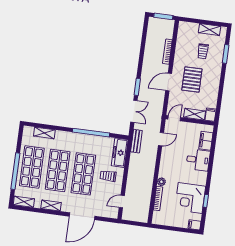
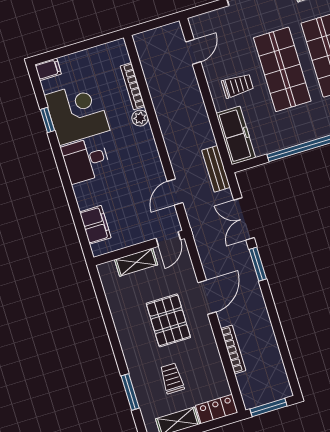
locker: (188, 27) -> (217, 409), added
filing cabinet: (211, 115) -> (108, 274), removed
desk: (198, 160) -> (86, 160), moved

